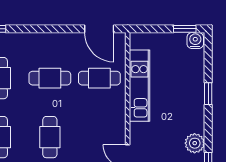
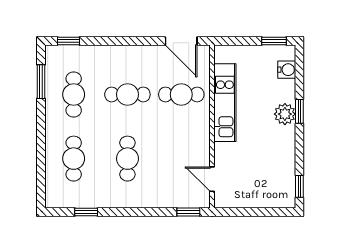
water cooler: (195, 41) -> (287, 70), moved, turned 90
plant: (195, 143) -> (285, 114), moved

